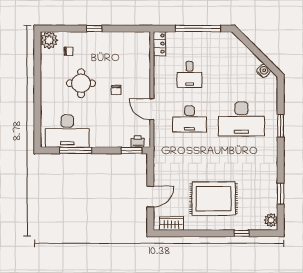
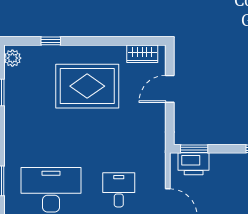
desk: (189, 119) -> (119, 190), width x0.73
printer: (138, 142) -> (194, 164), width x1.87, depth x1.48

